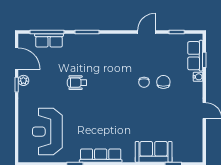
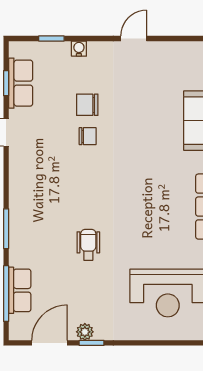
row of seats: (195, 56) -> (21, 83), moved, turned -90
wheelchair: (77, 83) -> (88, 245), turned 180

